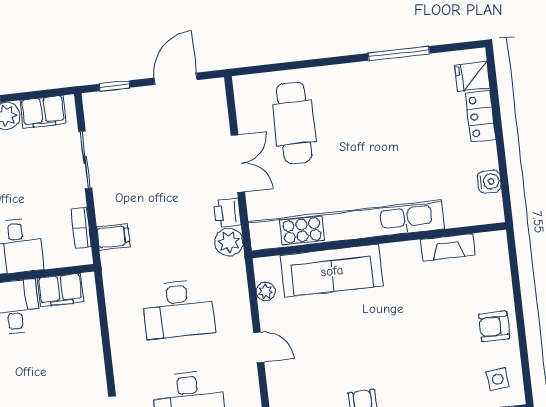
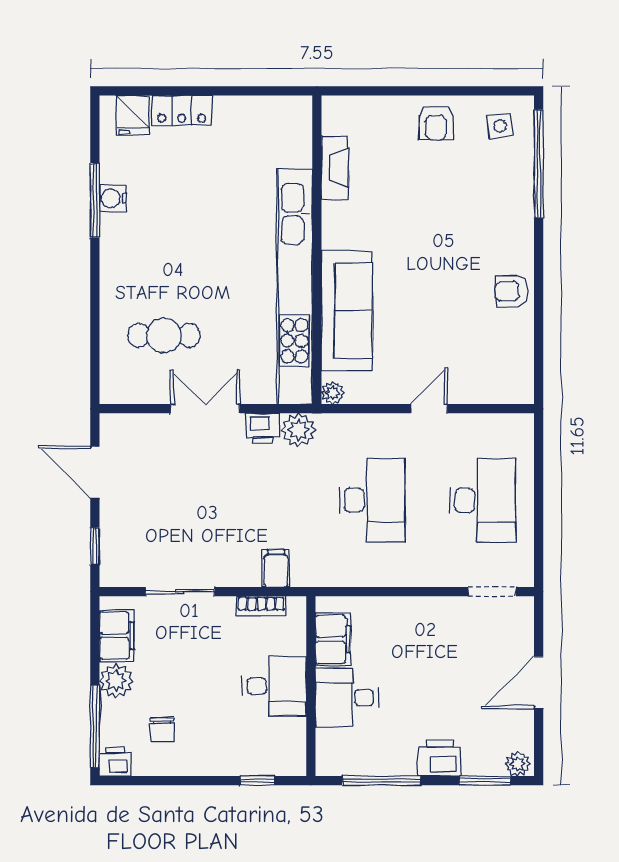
cafe table: (294, 123) -> (164, 335), width x0.73, depth x0.74
water cooler: (489, 182) -> (113, 198), moved, turned -90
plant: (266, 292) -> (333, 393), moved

